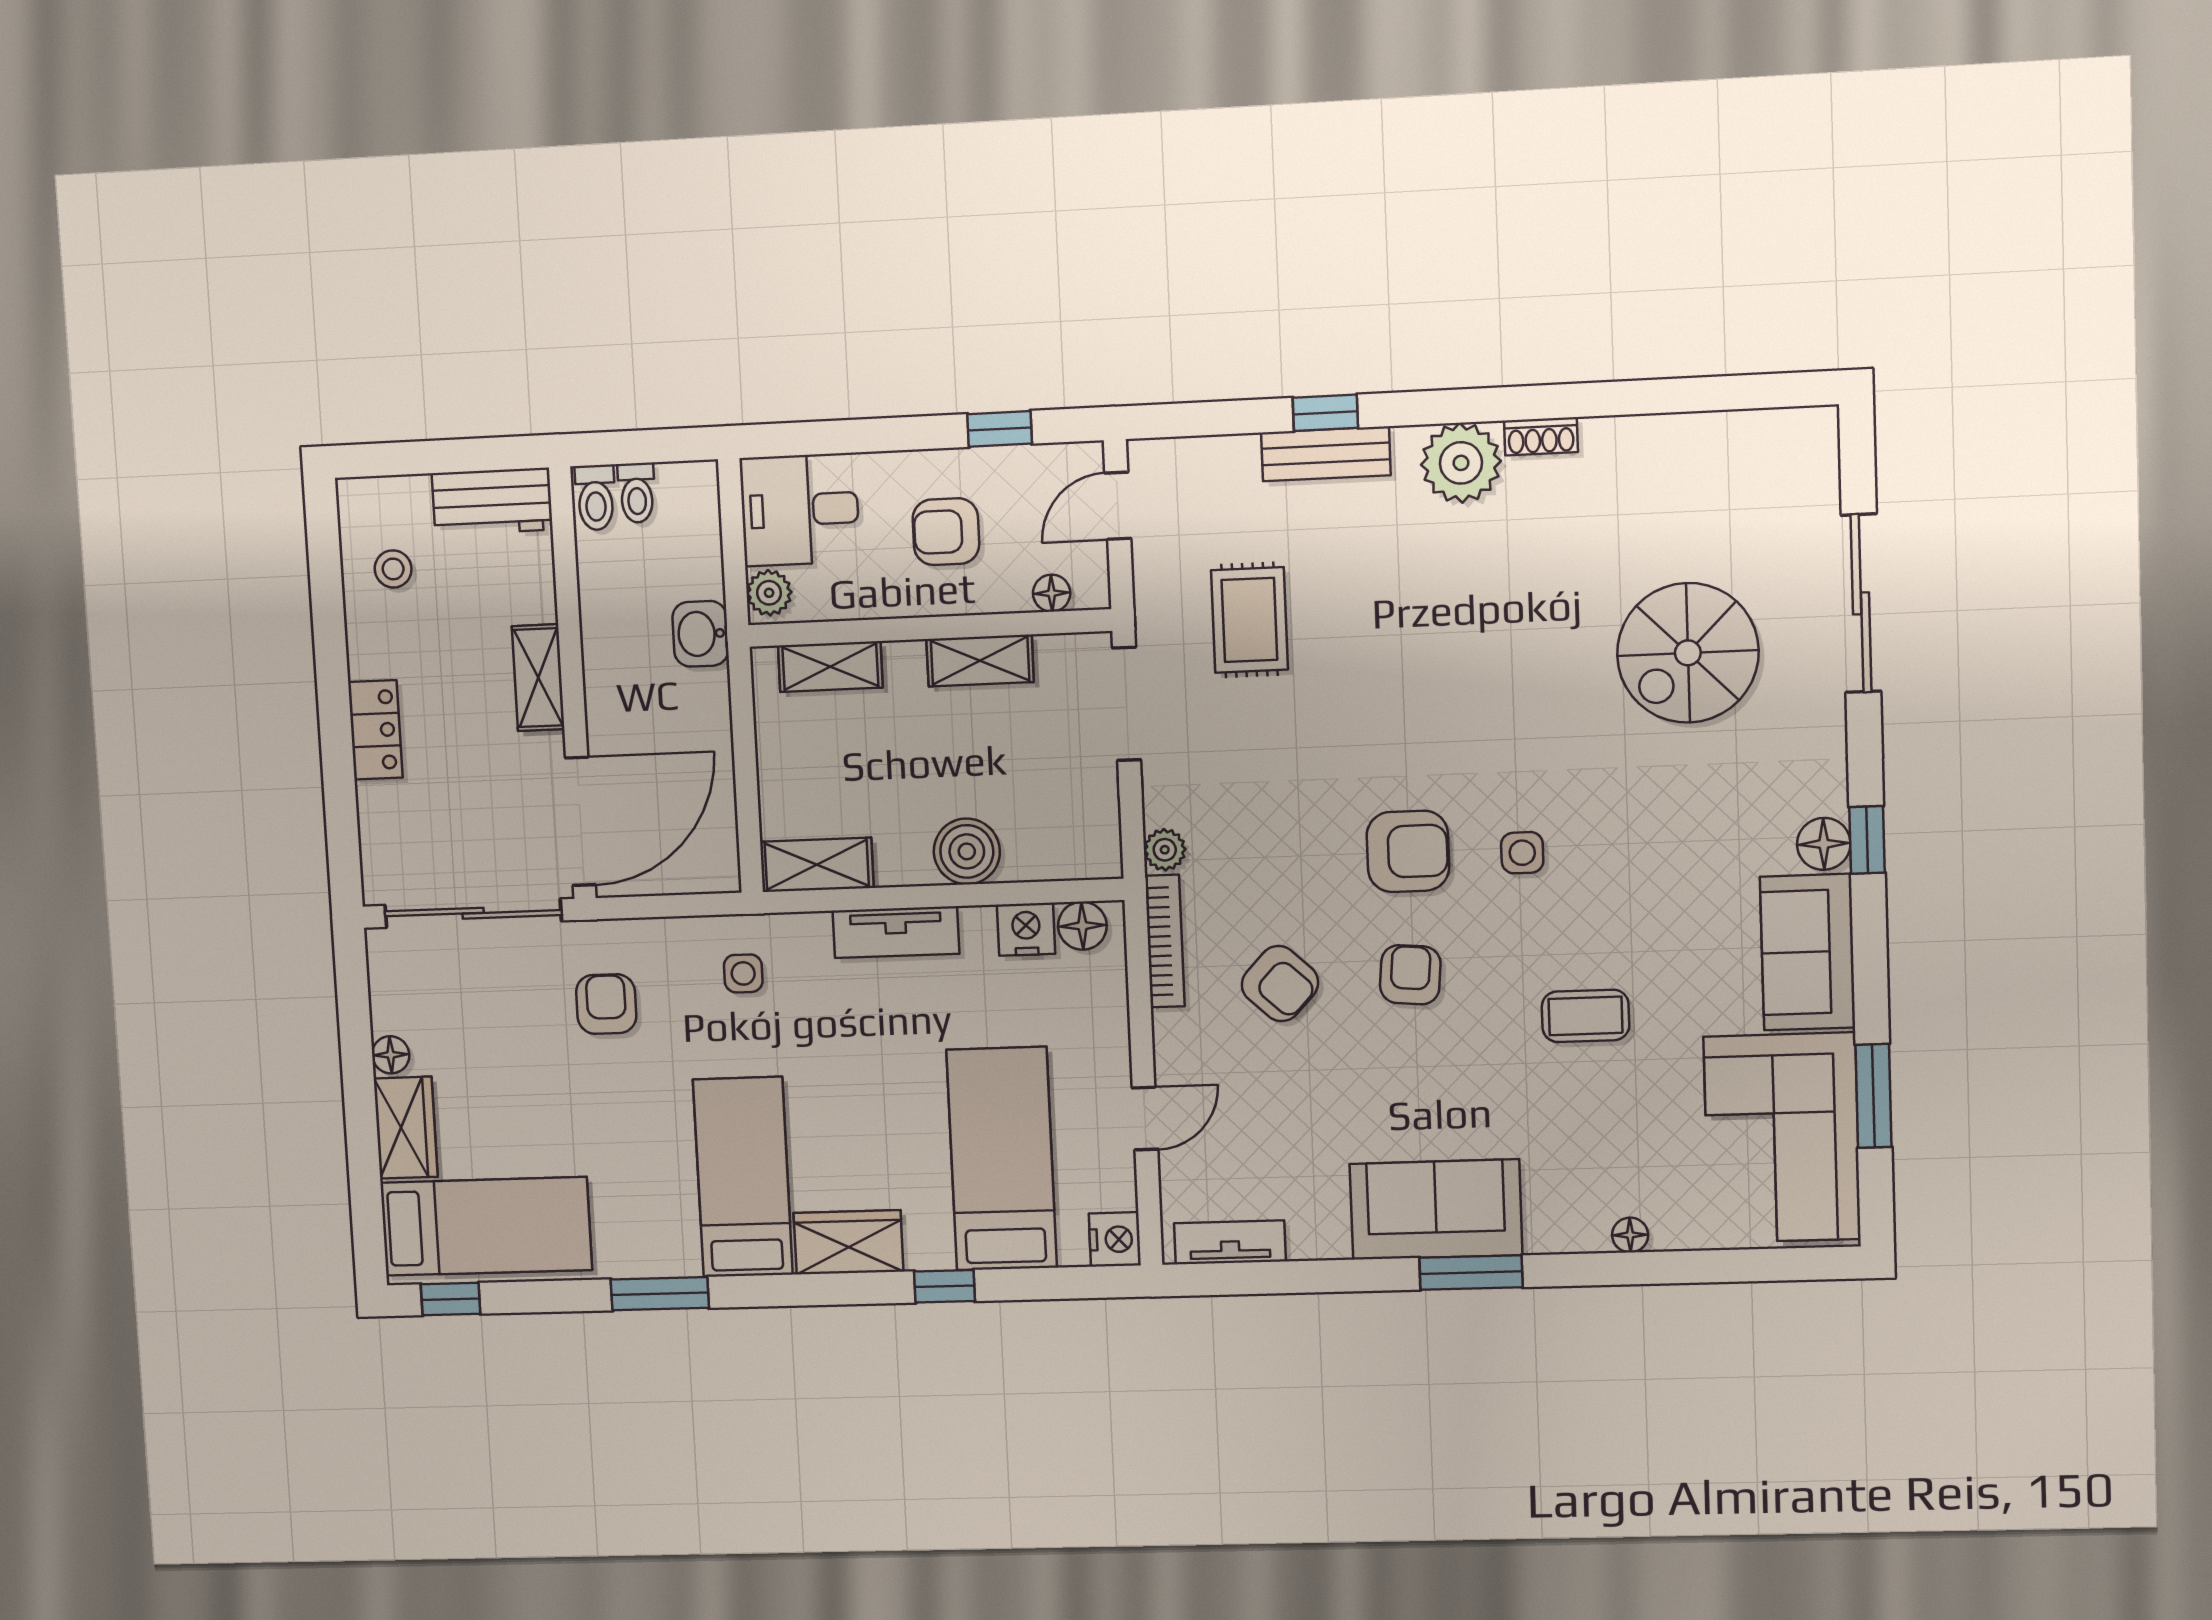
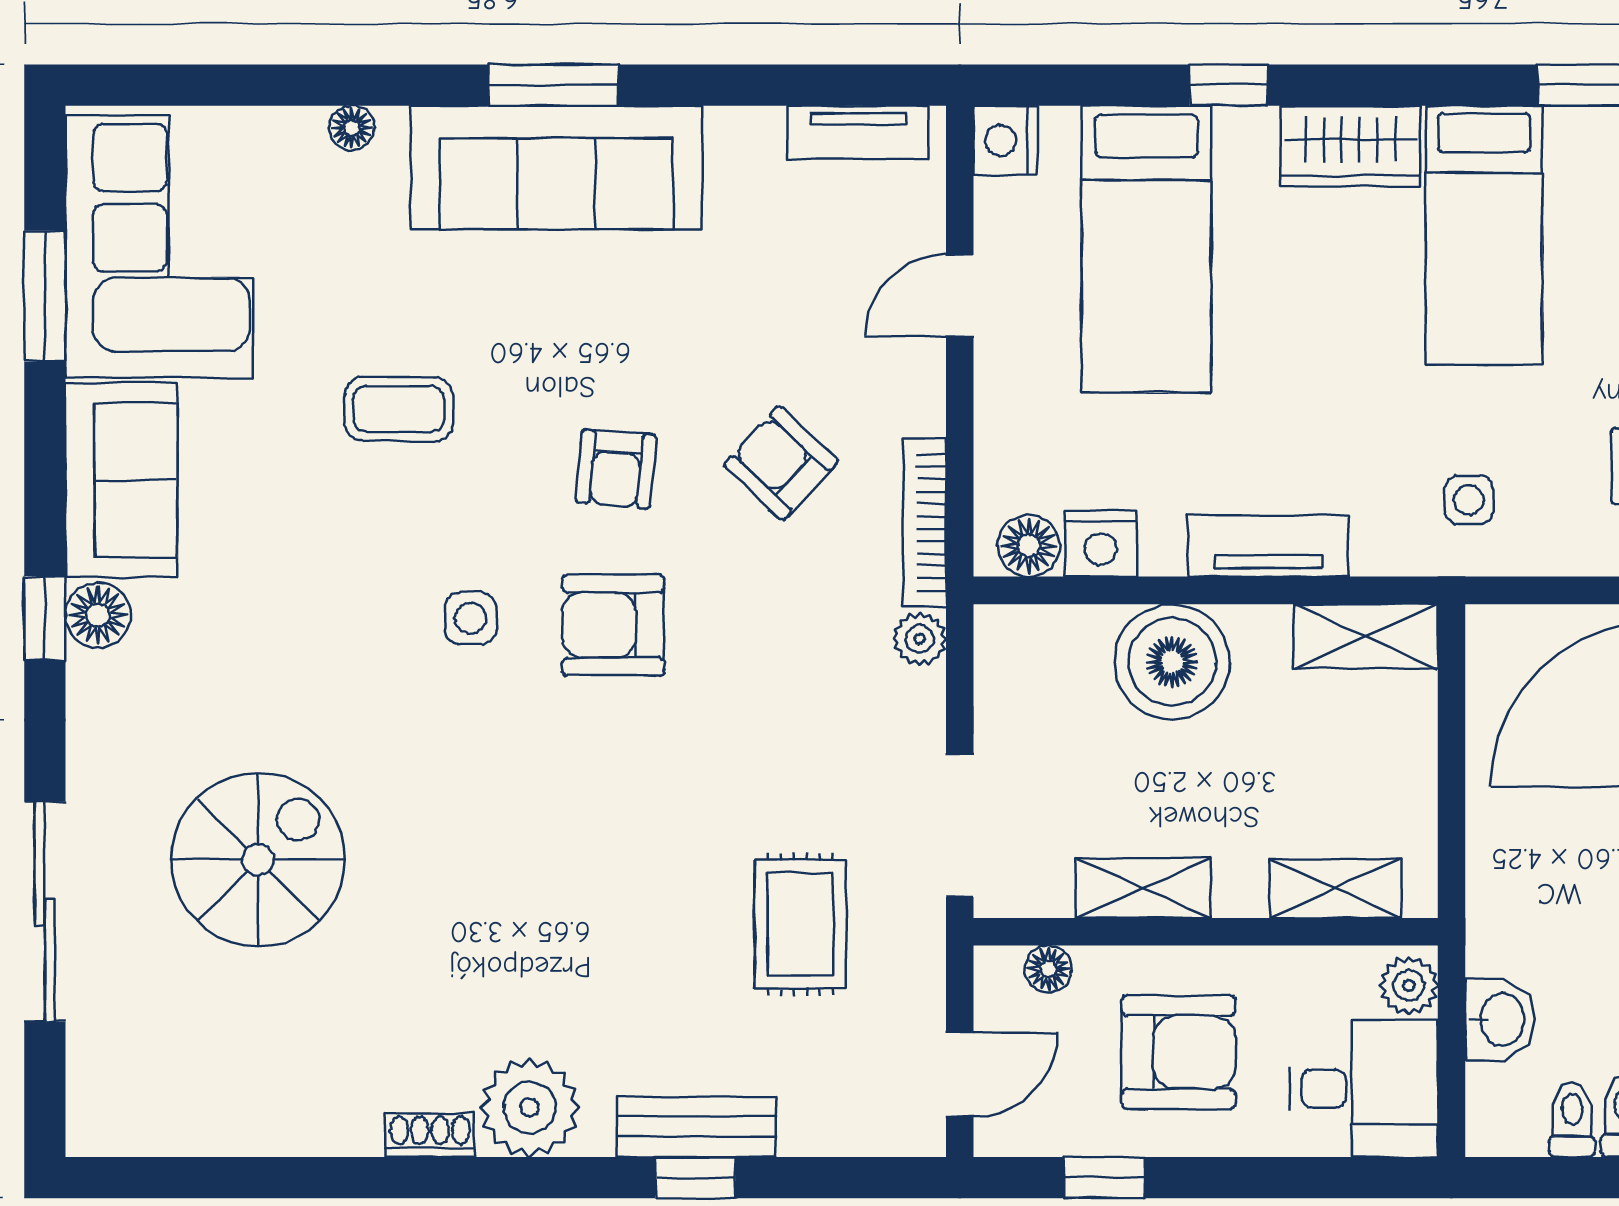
armchair: (946, 532) -> (1179, 1052), width x1.38, depth x1.38
washbasin: (700, 634) -> (1500, 1019), moved
boiler: (967, 851) -> (1172, 662), width x1.37, depth x1.37
sofa: (1436, 1210) -> (556, 167), width x1.36

